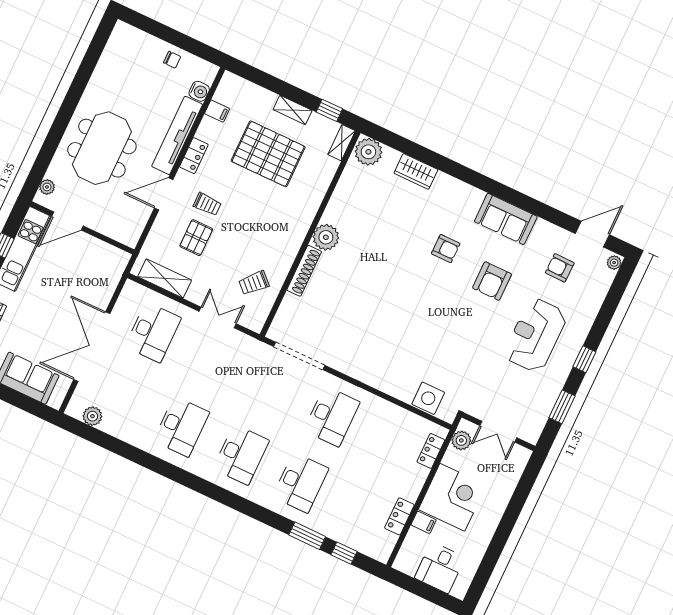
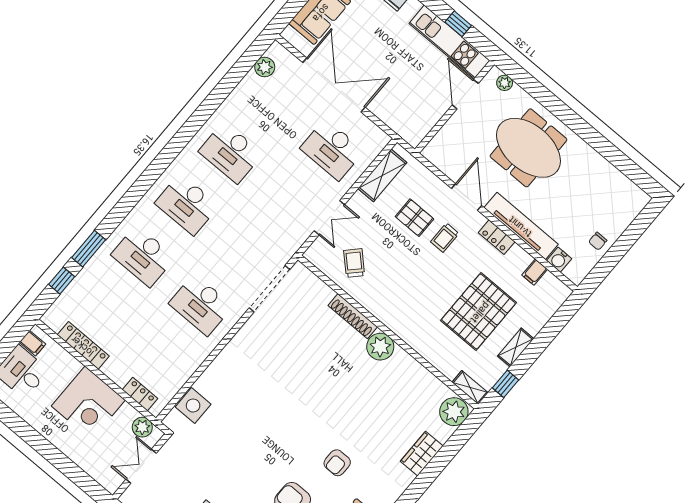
locker: (399, 516) -> (83, 345), width x1.53
filing cabinet: (424, 522) -> (32, 343), moved, turned -90

